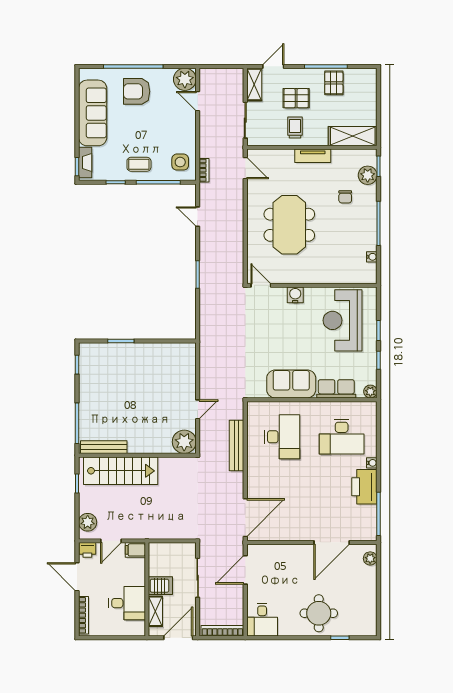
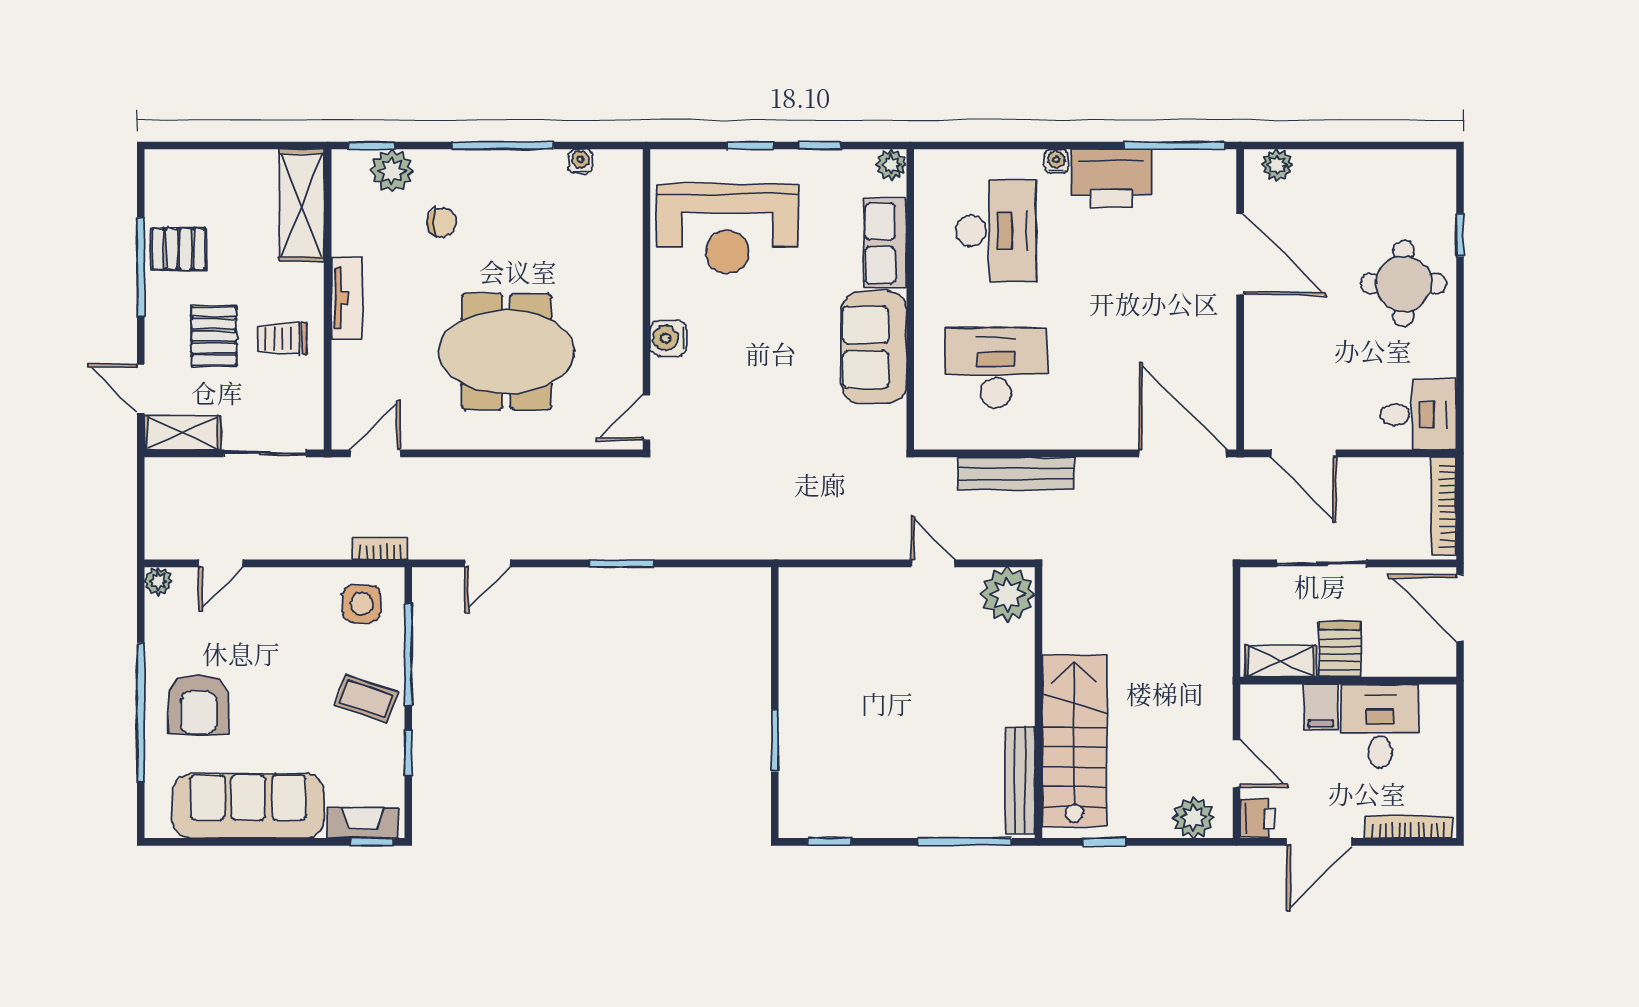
plant: (185, 79) -> (158, 581), width x0.53, depth x0.53
coffee table: (139, 164) -> (367, 699), turned -71
filing cabinet: (135, 550) -> (1321, 707), moved
shelving: (155, 611) -> (1281, 661), moved

